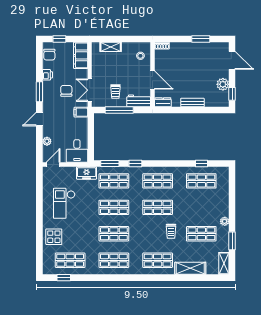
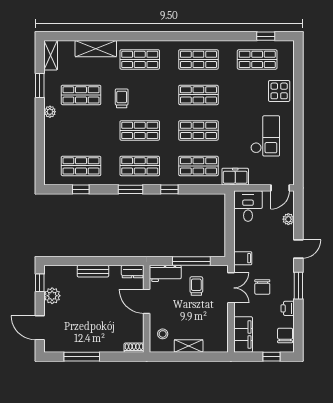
window: (201, 39) -> (82, 357), width x1.44
shelving: (111, 47) -> (189, 346), moved
window: (110, 164) -> (131, 189), moved

